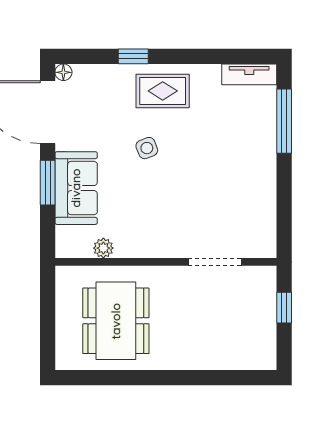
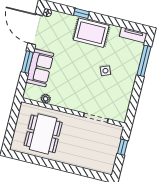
rug: (163, 91) -> (91, 33), width x1.36, depth x1.43
side table: (147, 148) -> (105, 71), moved

